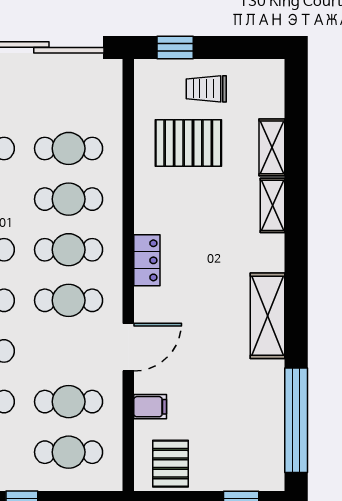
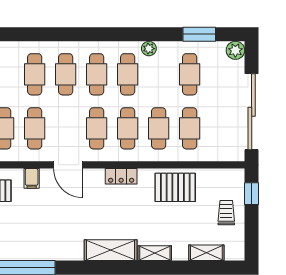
pallet: (188, 143) -> (175, 187), moved, turned 90
shelving: (272, 147) -> (206, 253), moved
shelving: (268, 316) -> (111, 250), moved

